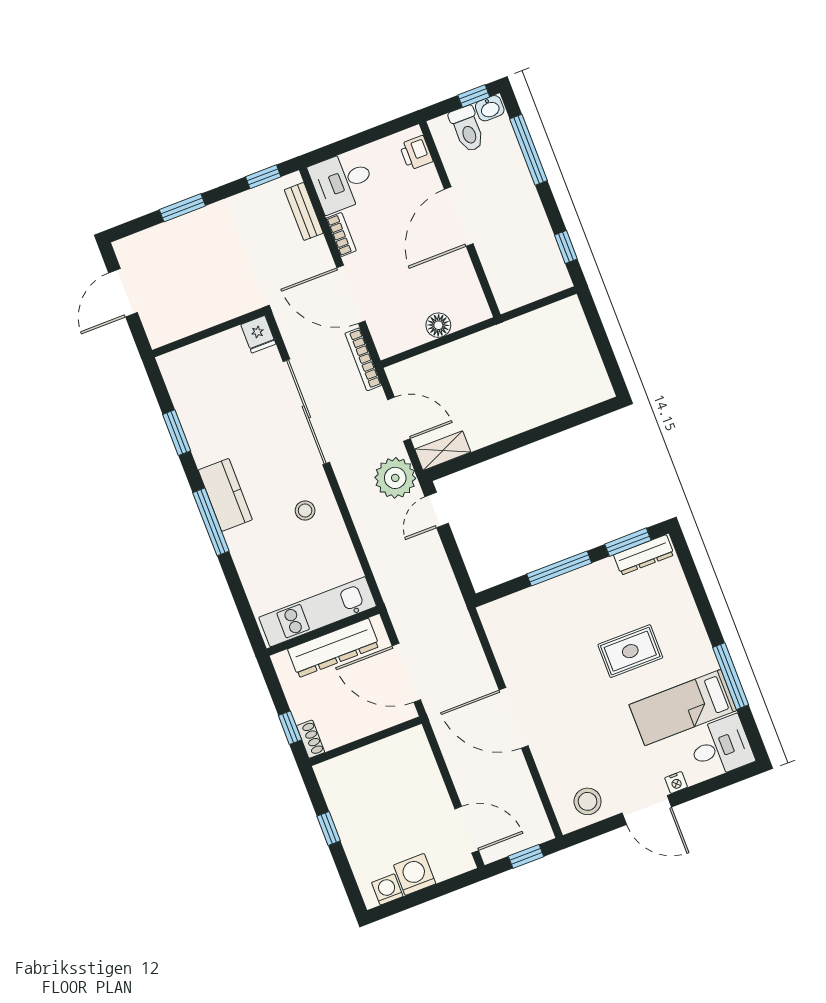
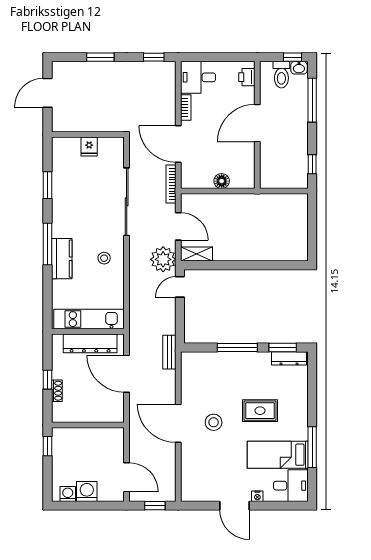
bench: (304, 211) -> (169, 352), moved
fridge: (258, 334) -> (89, 147), moved
kitchen counter: (225, 495) -> (62, 259), moved
wall: (365, 741) -> (88, 425), moved
stool: (588, 801) -> (214, 422), moved

